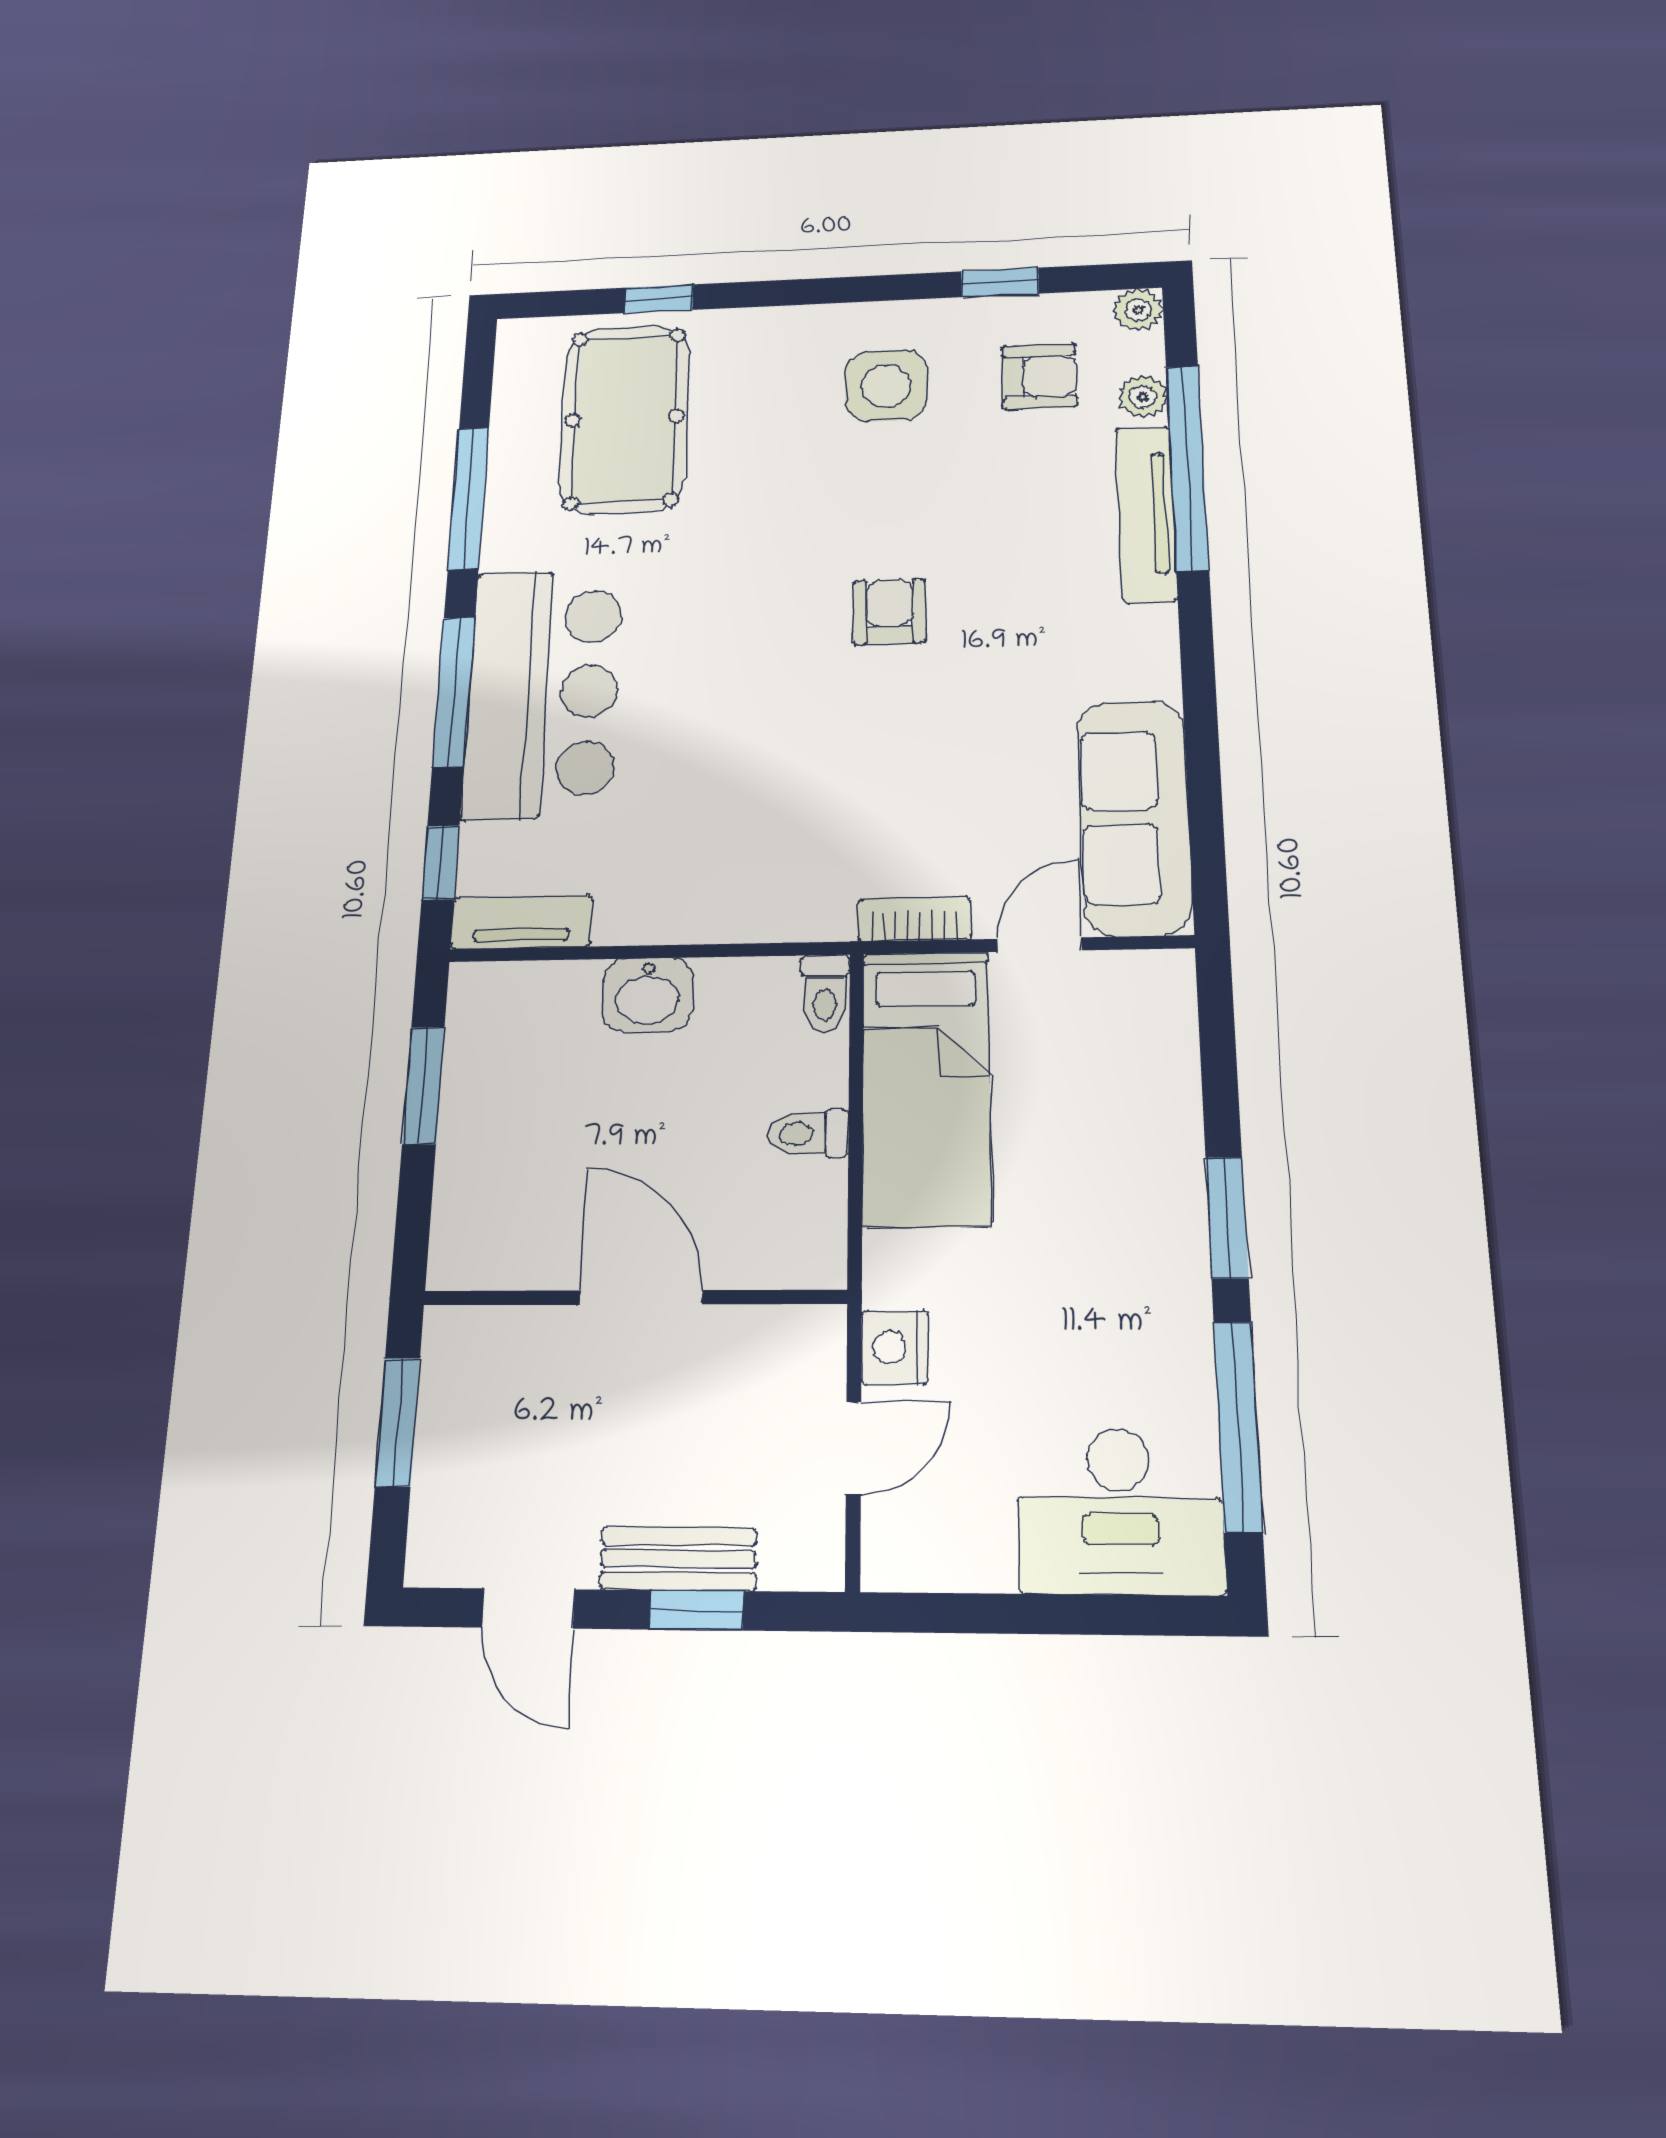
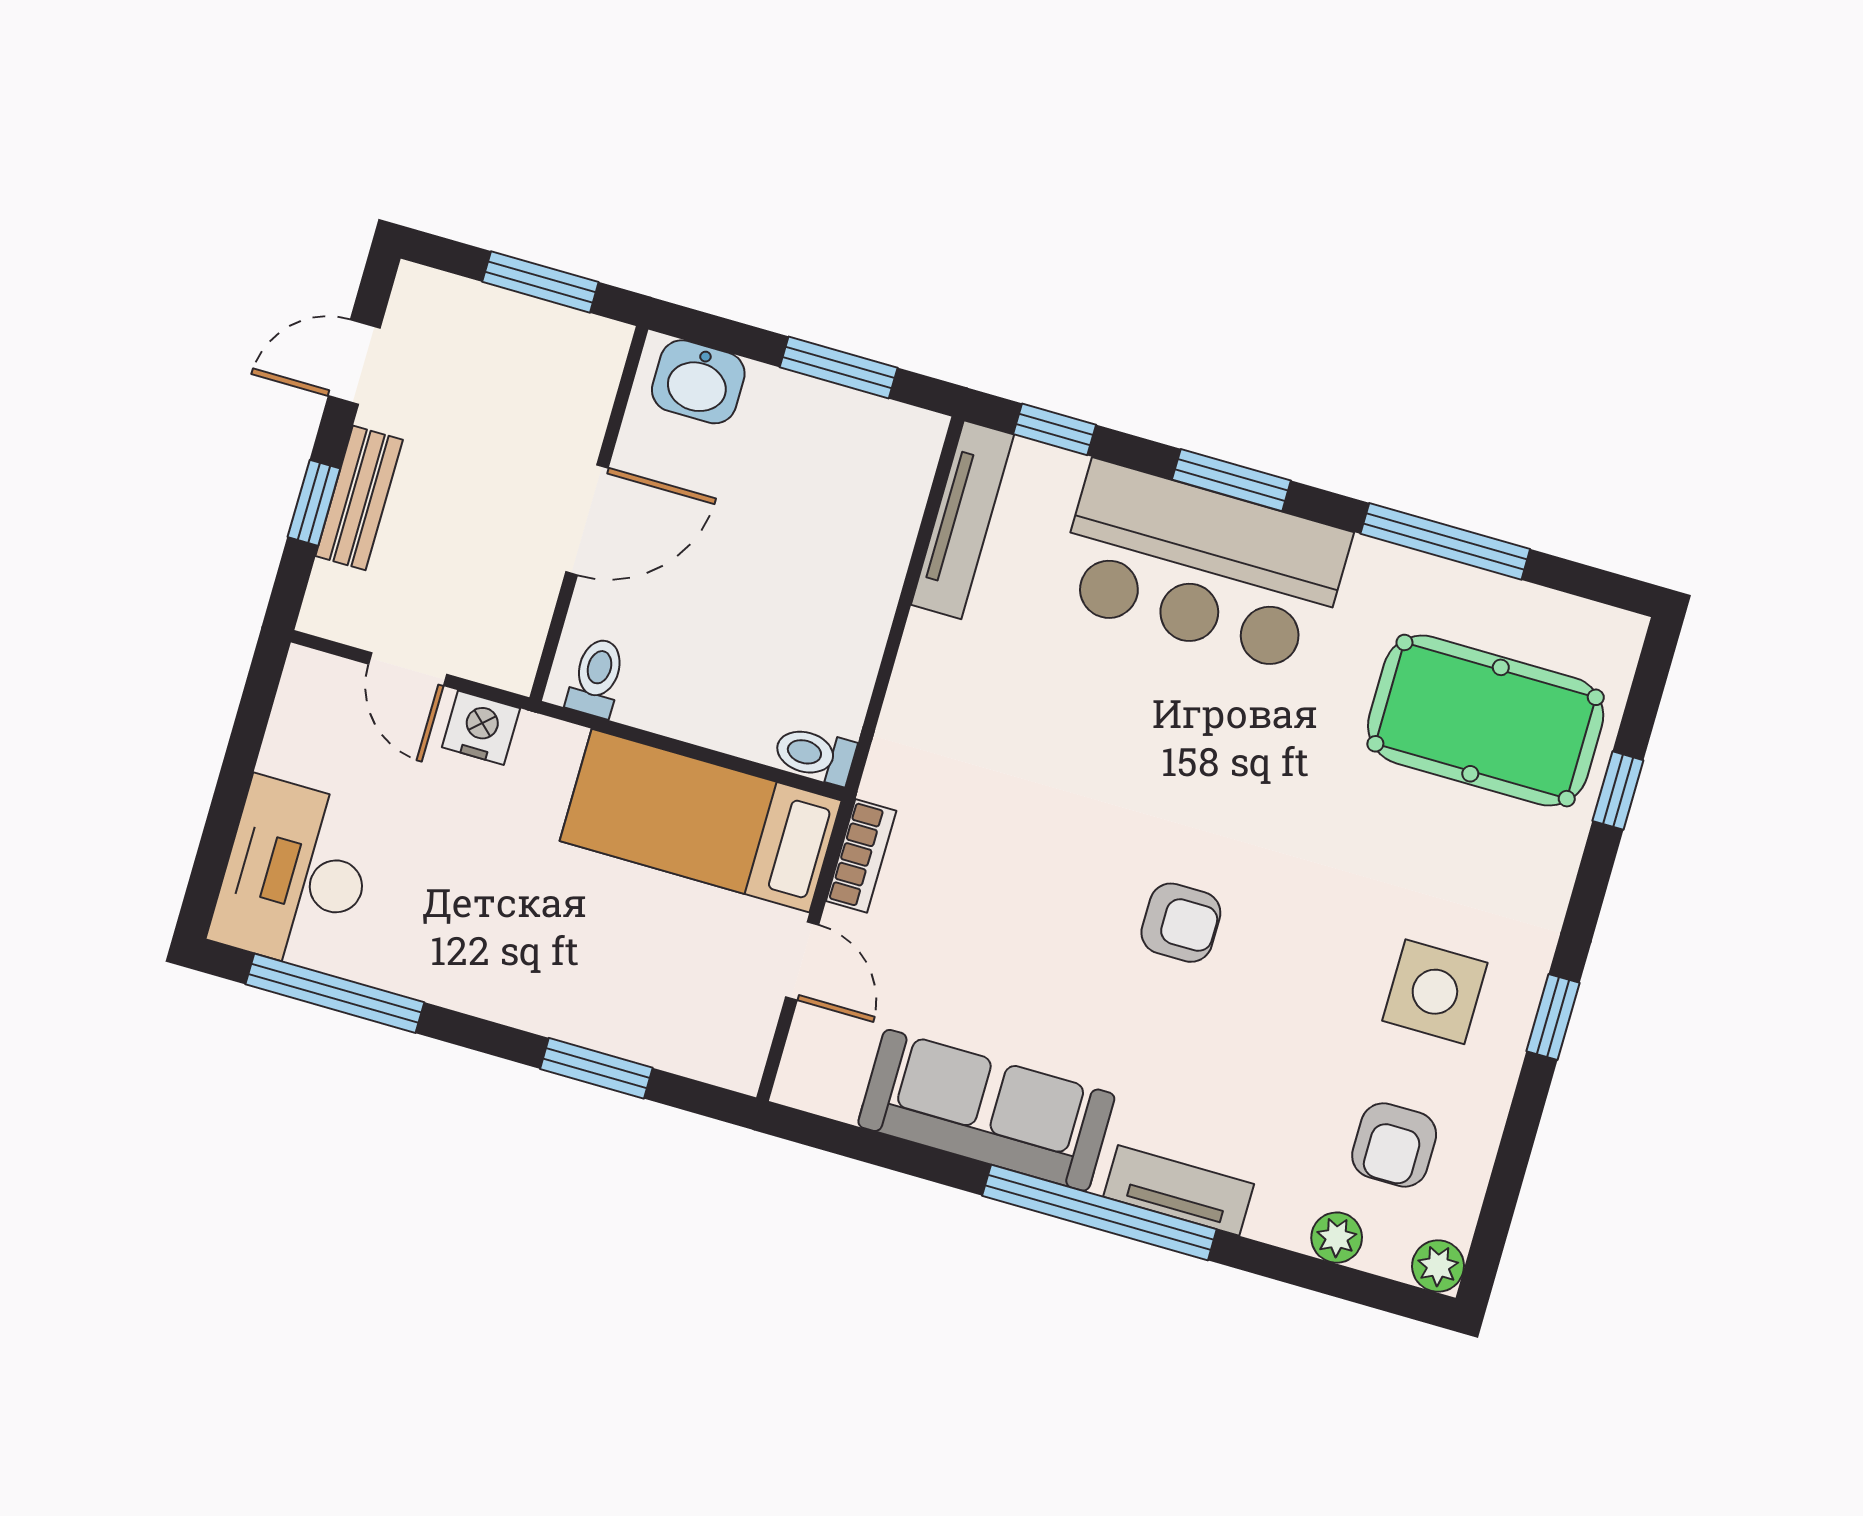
window: (1000, 282) -> (1553, 1017), moved
window: (1187, 467) -> (1099, 1213), moved
tv unit: (1146, 514) -> (1179, 1190), width x0.71
window: (454, 692) -> (1231, 480), width x0.69
sofa: (1134, 817) -> (986, 1110), moved
tv unit: (521, 922) -> (962, 520), width x1.41
washbasin: (648, 995) -> (698, 382), moved, turned -90
toilet: (808, 1134) -> (597, 677), moved
window: (1227, 1218) -> (596, 1068), moved

